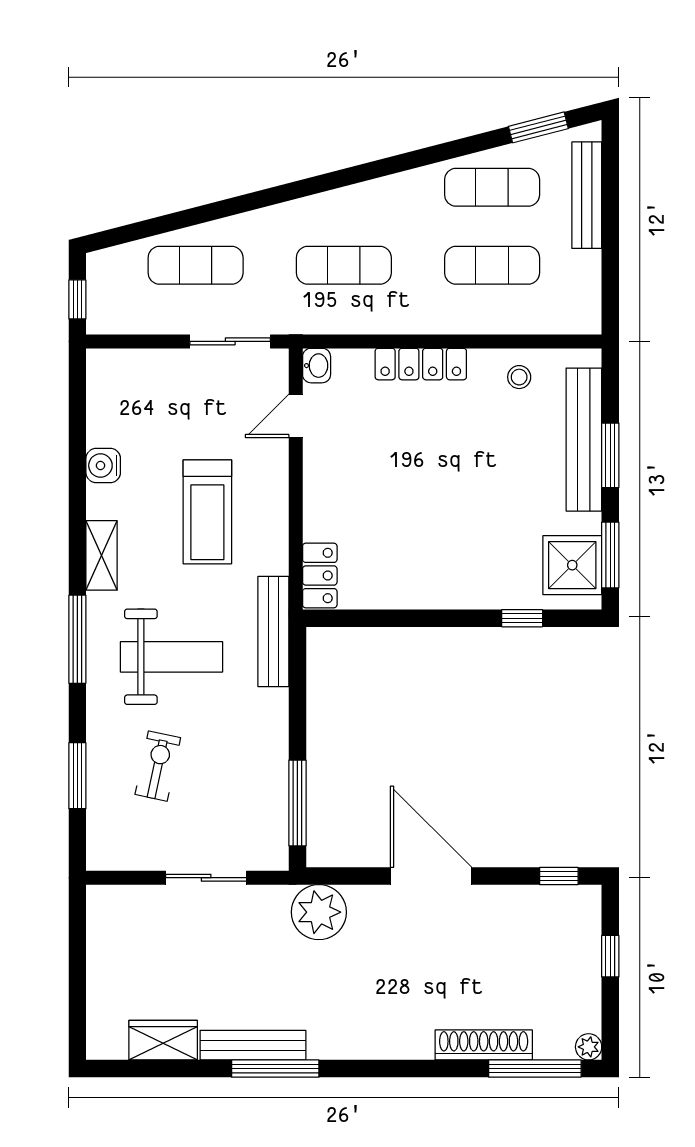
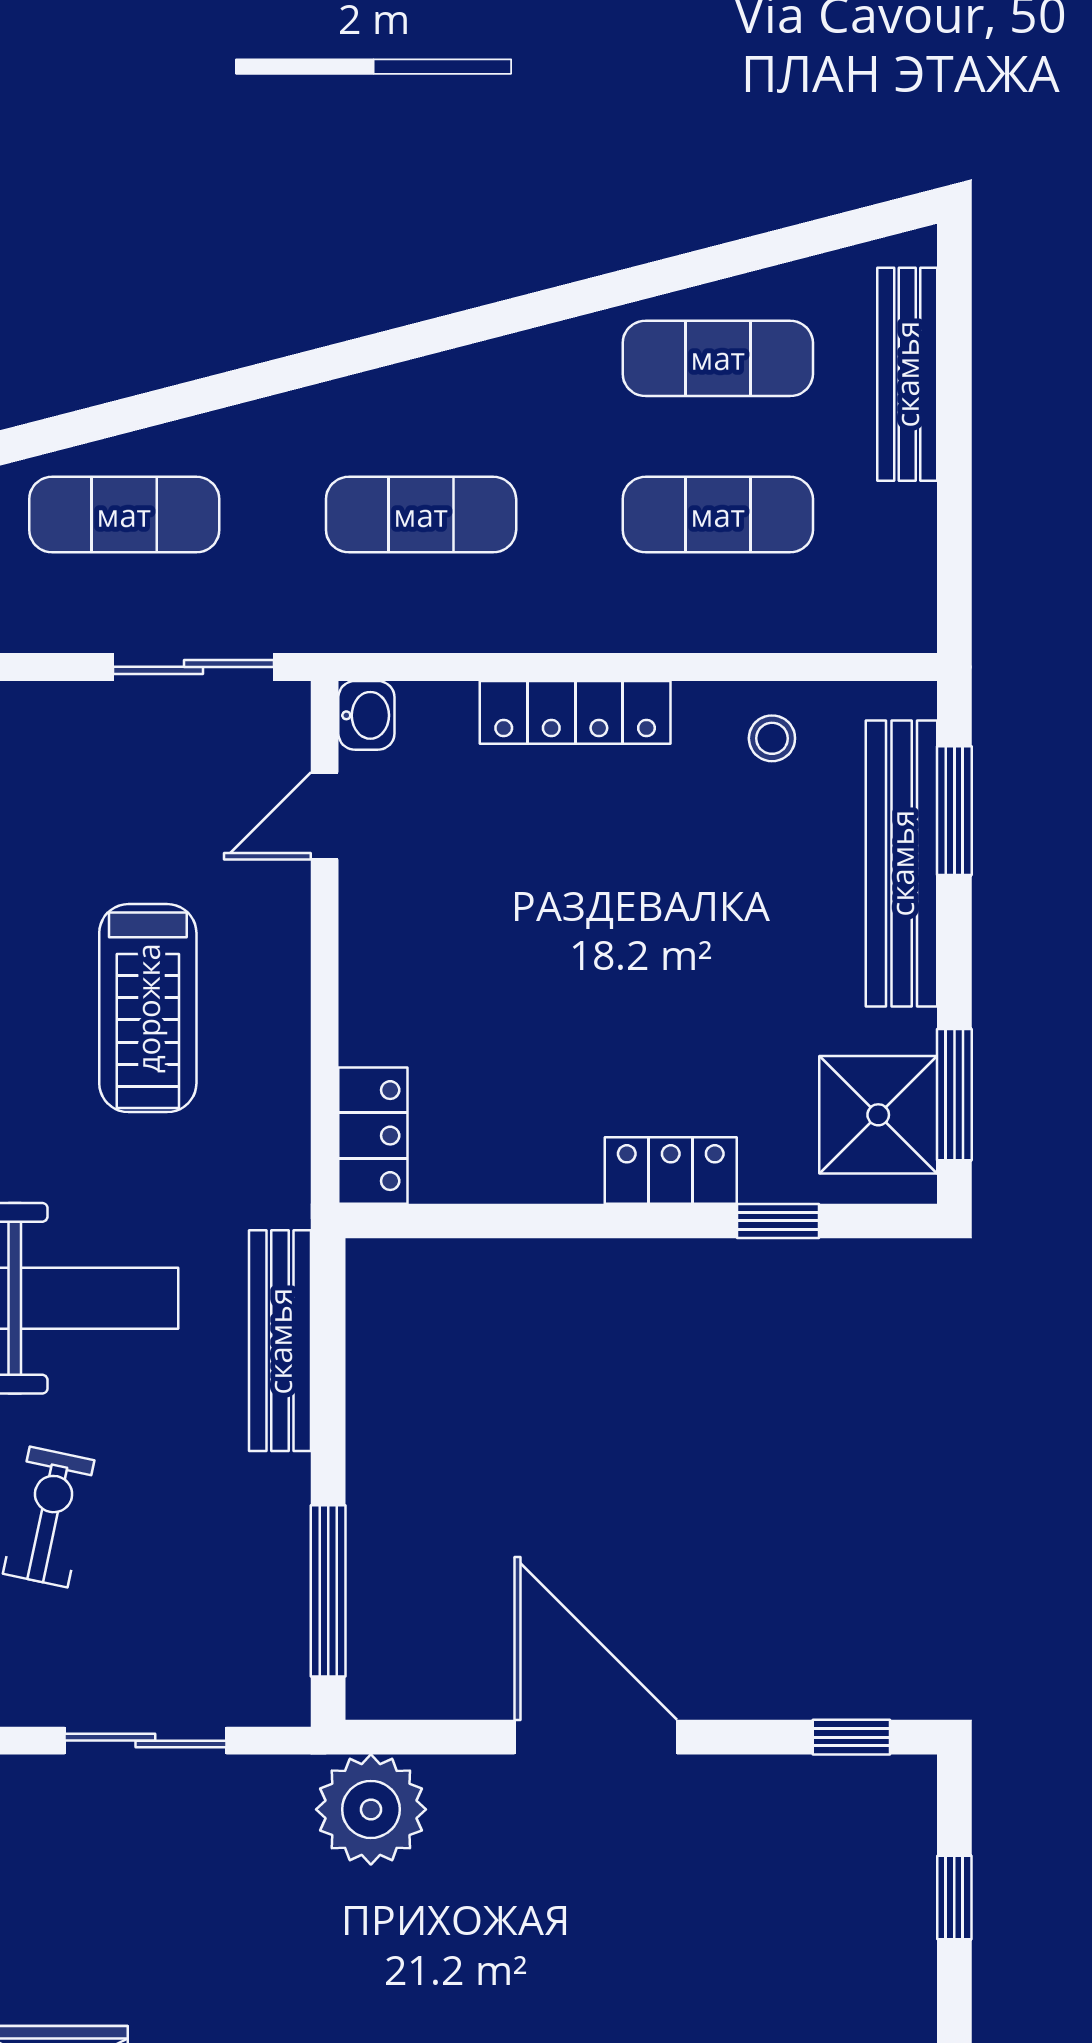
window: (538, 127) -> (810, 239), removed
window: (610, 455) -> (954, 811), moved
locker: (469, 593) -> (671, 1170), added
bench: (273, 631) -> (280, 1341), moved

